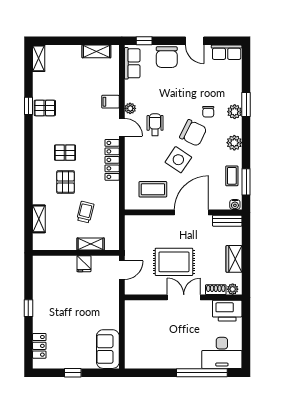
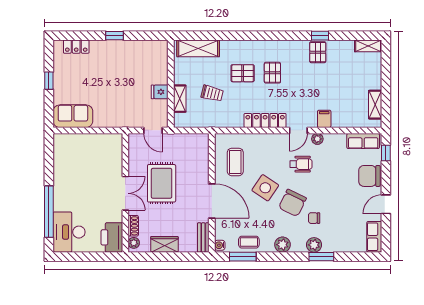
shelving: (39, 219) -> (198, 48), width x1.50, depth x1.33

